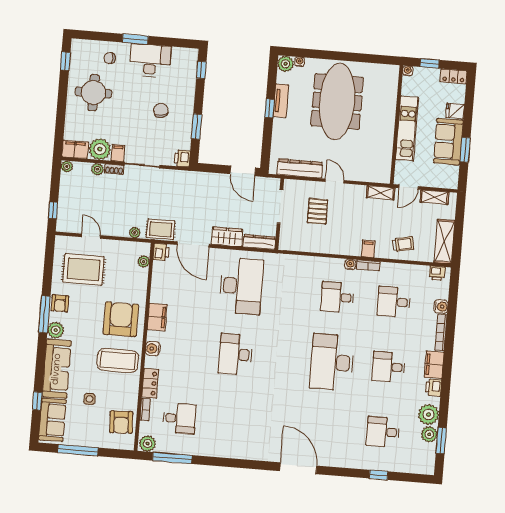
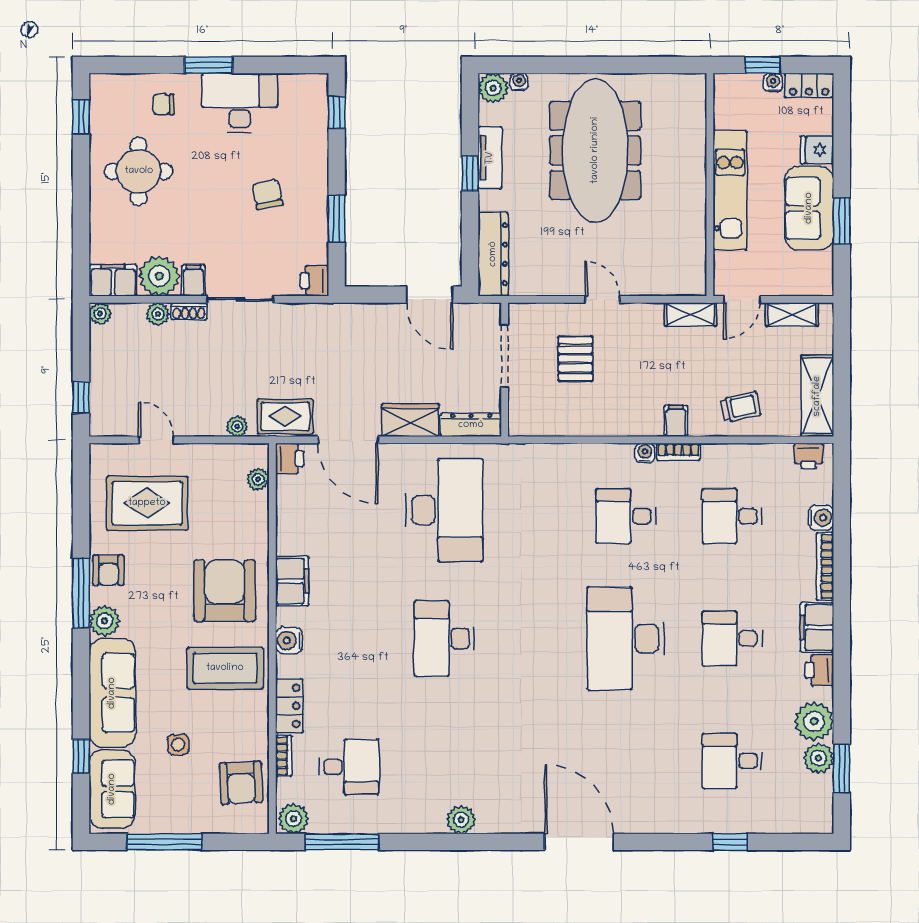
water cooler: (408, 71) -> (773, 82), moved
dresser: (300, 168) -> (493, 254), moved, turned 90
plant: (237, 451) -> (461, 820), added

